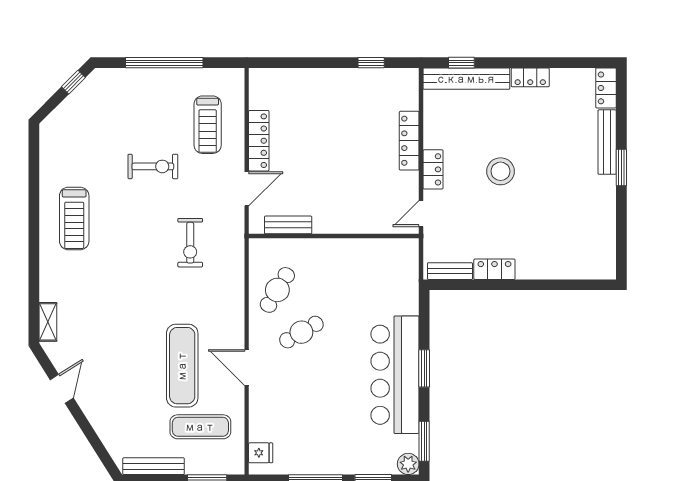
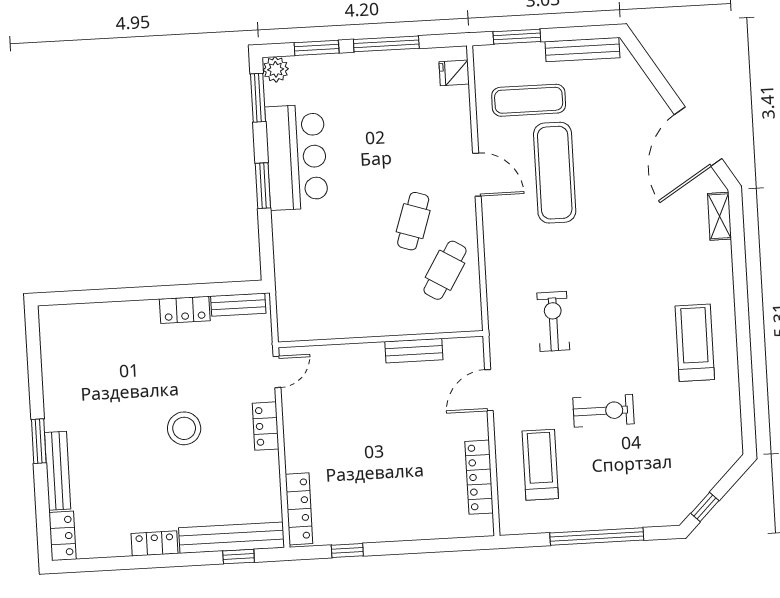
locker: (259, 141) -> (479, 477), moved
locker: (409, 141) -> (299, 509), moved
exercise bike: (153, 166) -> (603, 411), turned 180
bench: (288, 225) -> (414, 351), moved
cafe table: (301, 332) -> (413, 221), turned -42
bar counter: (395, 375) -> (297, 157), width x0.73
door: (62, 389) -> (698, 137), width x1.87

